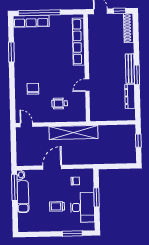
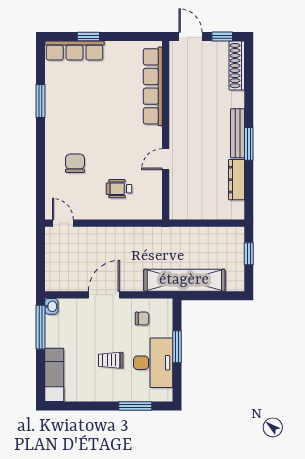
window: (39, 13) -> (88, 37), width x0.32
shelving: (73, 132) -> (184, 280), moved
exam couch: (23, 197) -> (54, 375), moved

